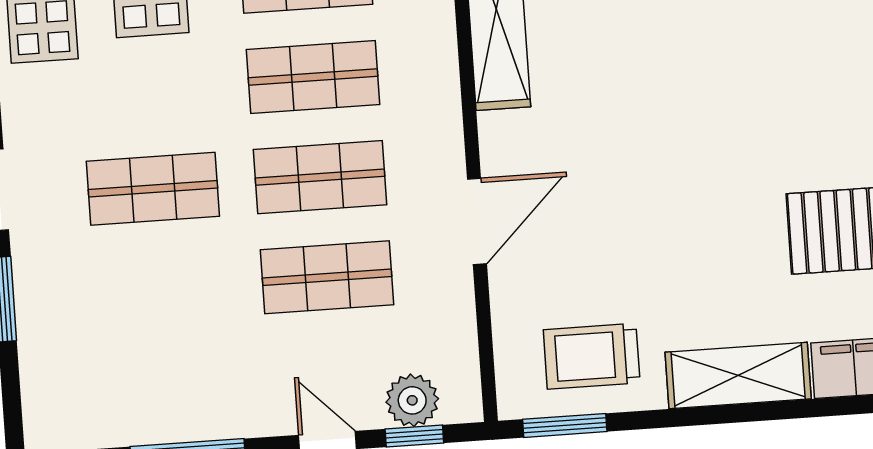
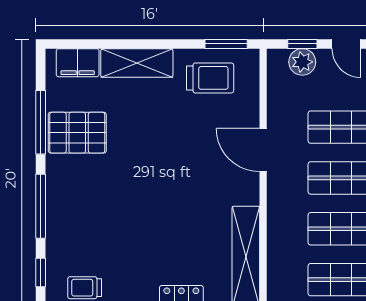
door: (477, 221) -> (263, 150), hinge flipped

